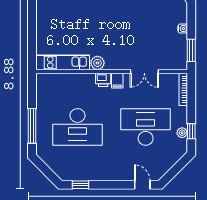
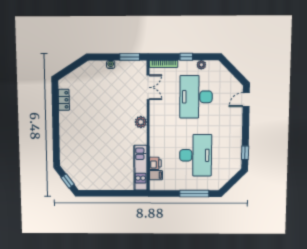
plant: (97, 63) -> (141, 122), moved
double door: (144, 72) -> (148, 87), moved
printer: (103, 80) -> (155, 163), moved
filing cabinet: (117, 81) -> (156, 175), moved
window: (191, 131) -> (186, 57), moved

